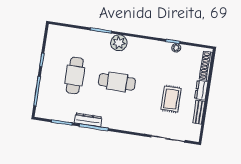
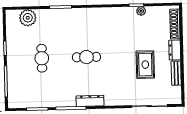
plant: (119, 43) -> (28, 18), moved
cafe table: (75, 75) -> (42, 58), width x0.73, depth x0.74
cafe table: (117, 82) -> (86, 57), width x0.73, depth x0.74
dresser: (88, 120) -> (90, 101), moved

